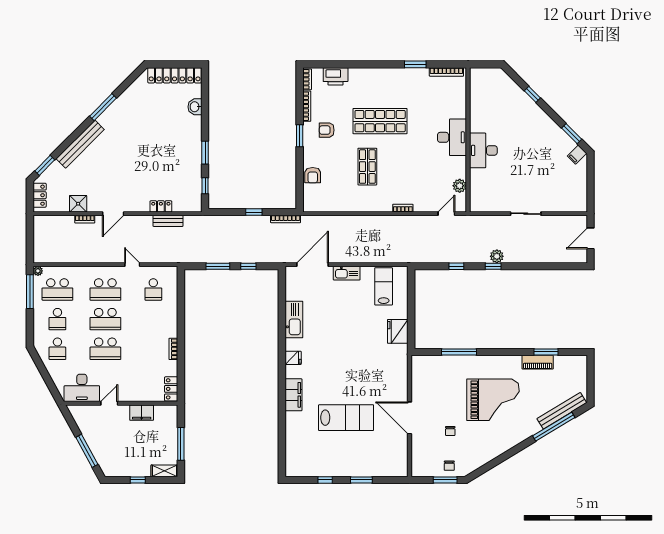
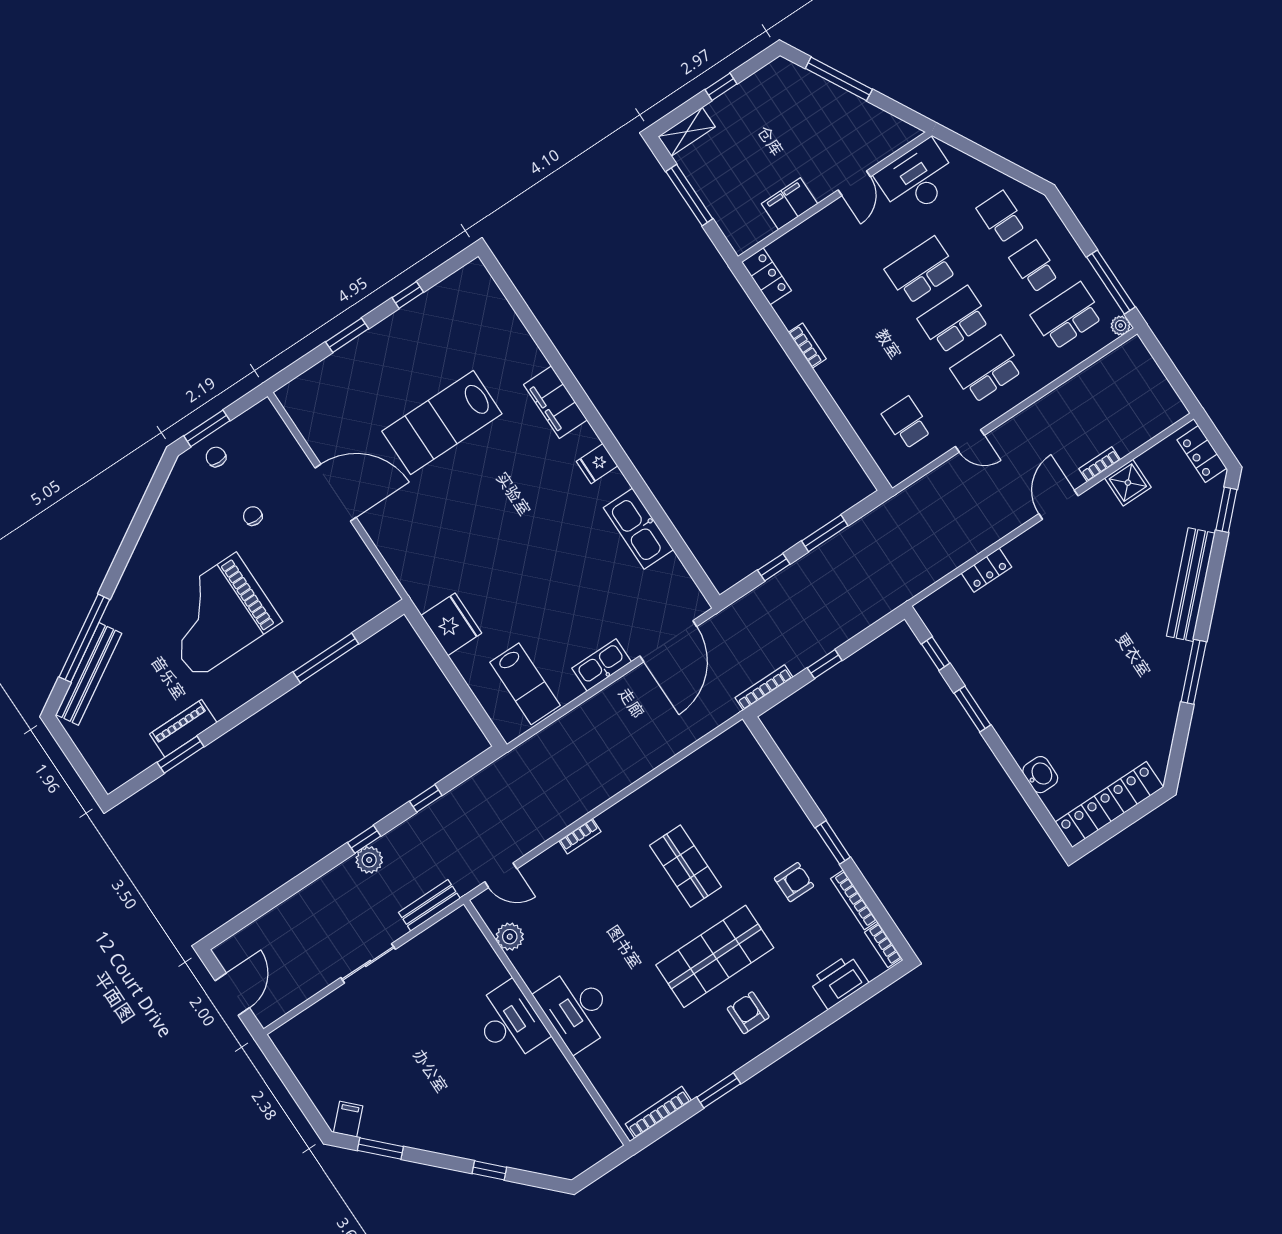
armchair: (313, 175) -> (748, 1013), moved
door: (446, 214) -> (501, 875), hinge flipped
bench: (168, 221) -> (429, 905), moved

